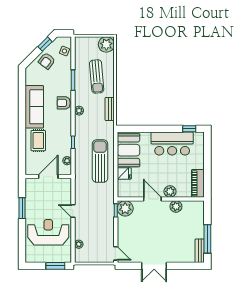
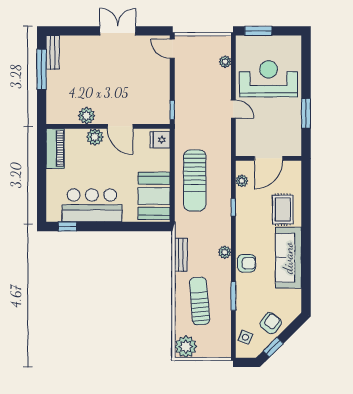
fridge: (124, 173) -> (160, 140), moved
plant: (125, 208) -> (159, 113), removed
reception desk: (48, 232) -> (269, 79), turned 180

